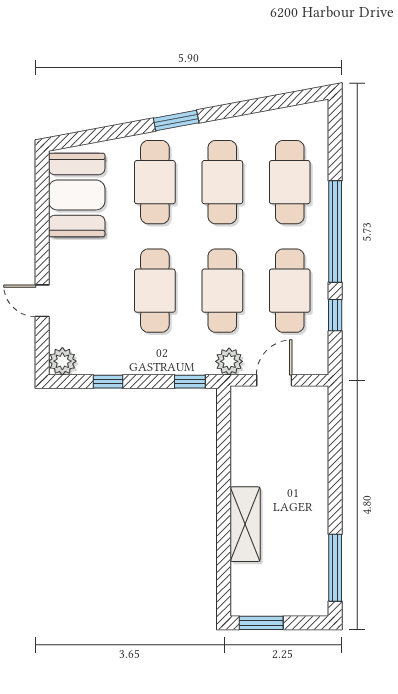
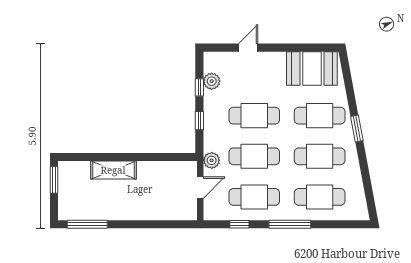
window: (335, 231) -> (290, 224), width x0.68
plant: (62, 361) -> (212, 81), moved
door: (274, 380) -> (200, 188), hinge flipped
window: (190, 382) -> (199, 121), moved

